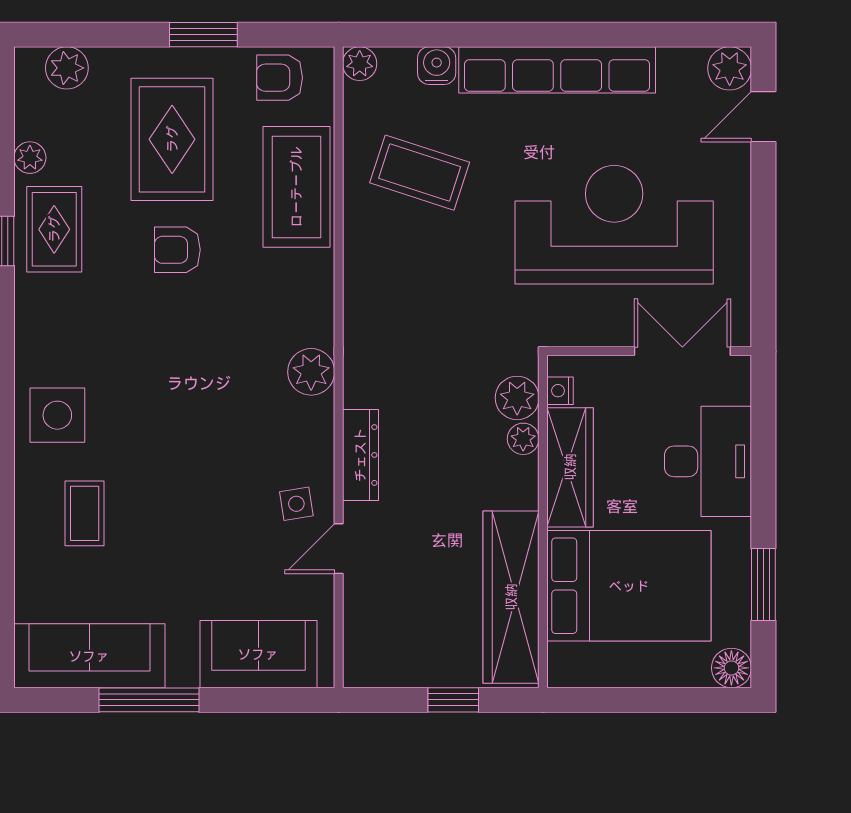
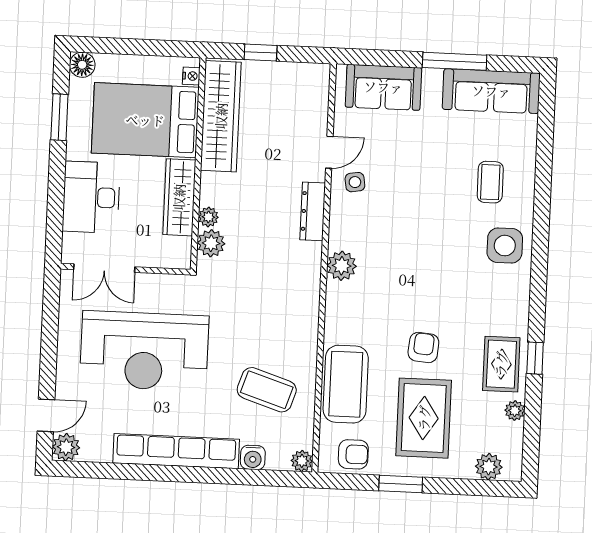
armchair: (177, 250) -> (423, 347), turned -85
nightstand: (560, 391) -> (191, 76), moved

